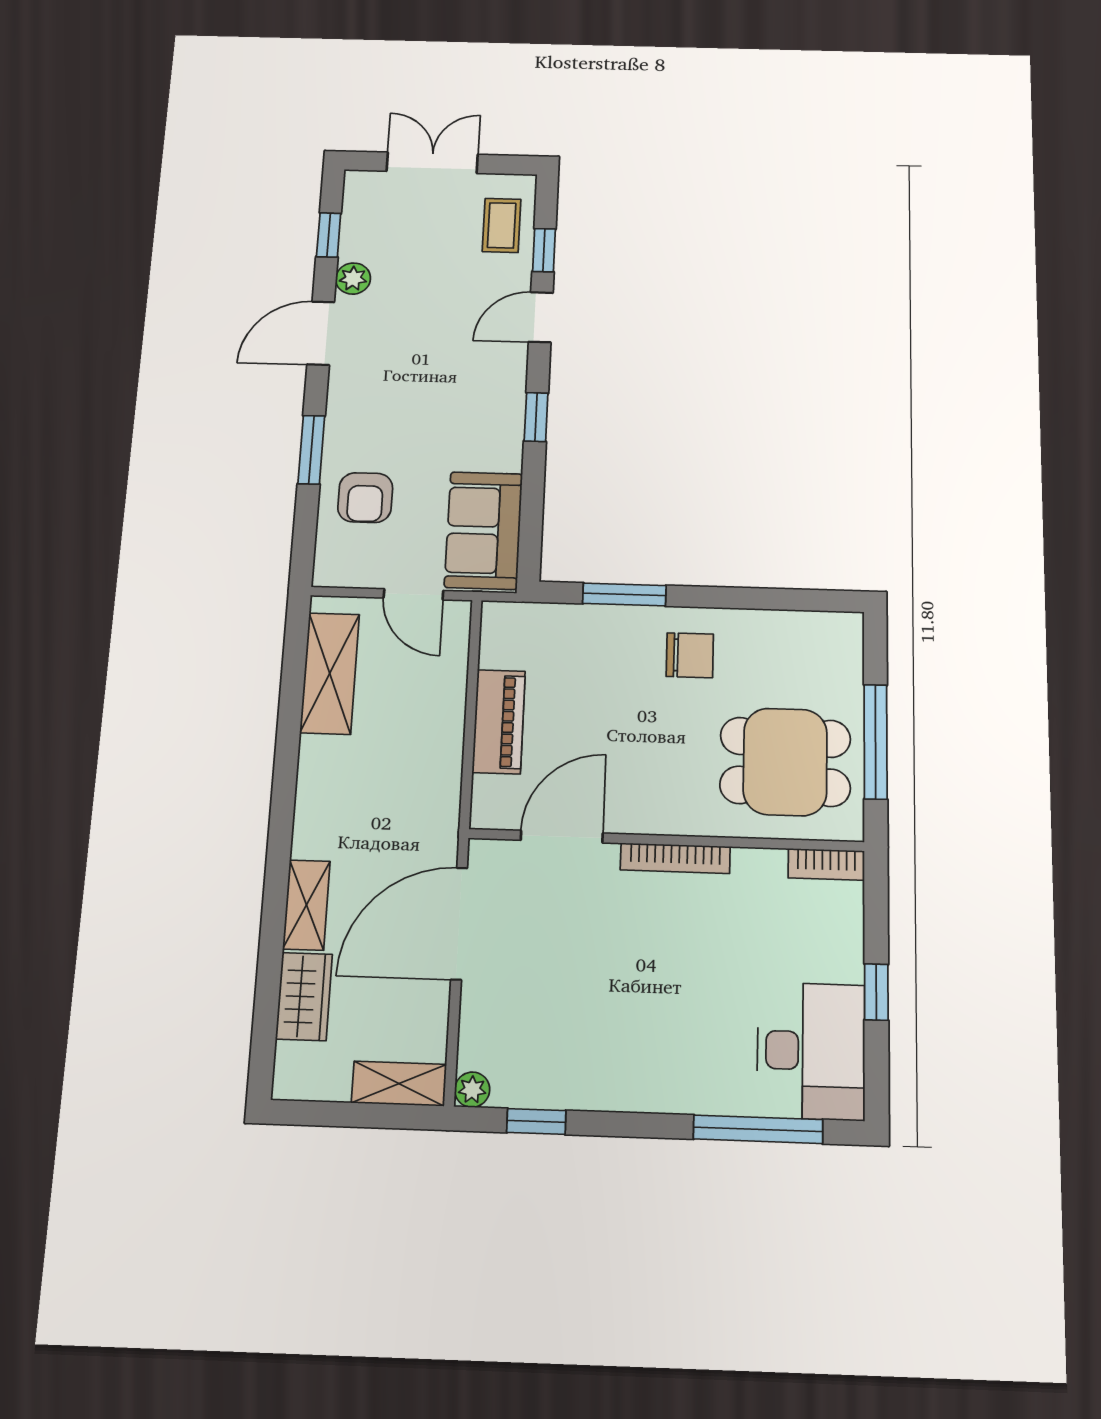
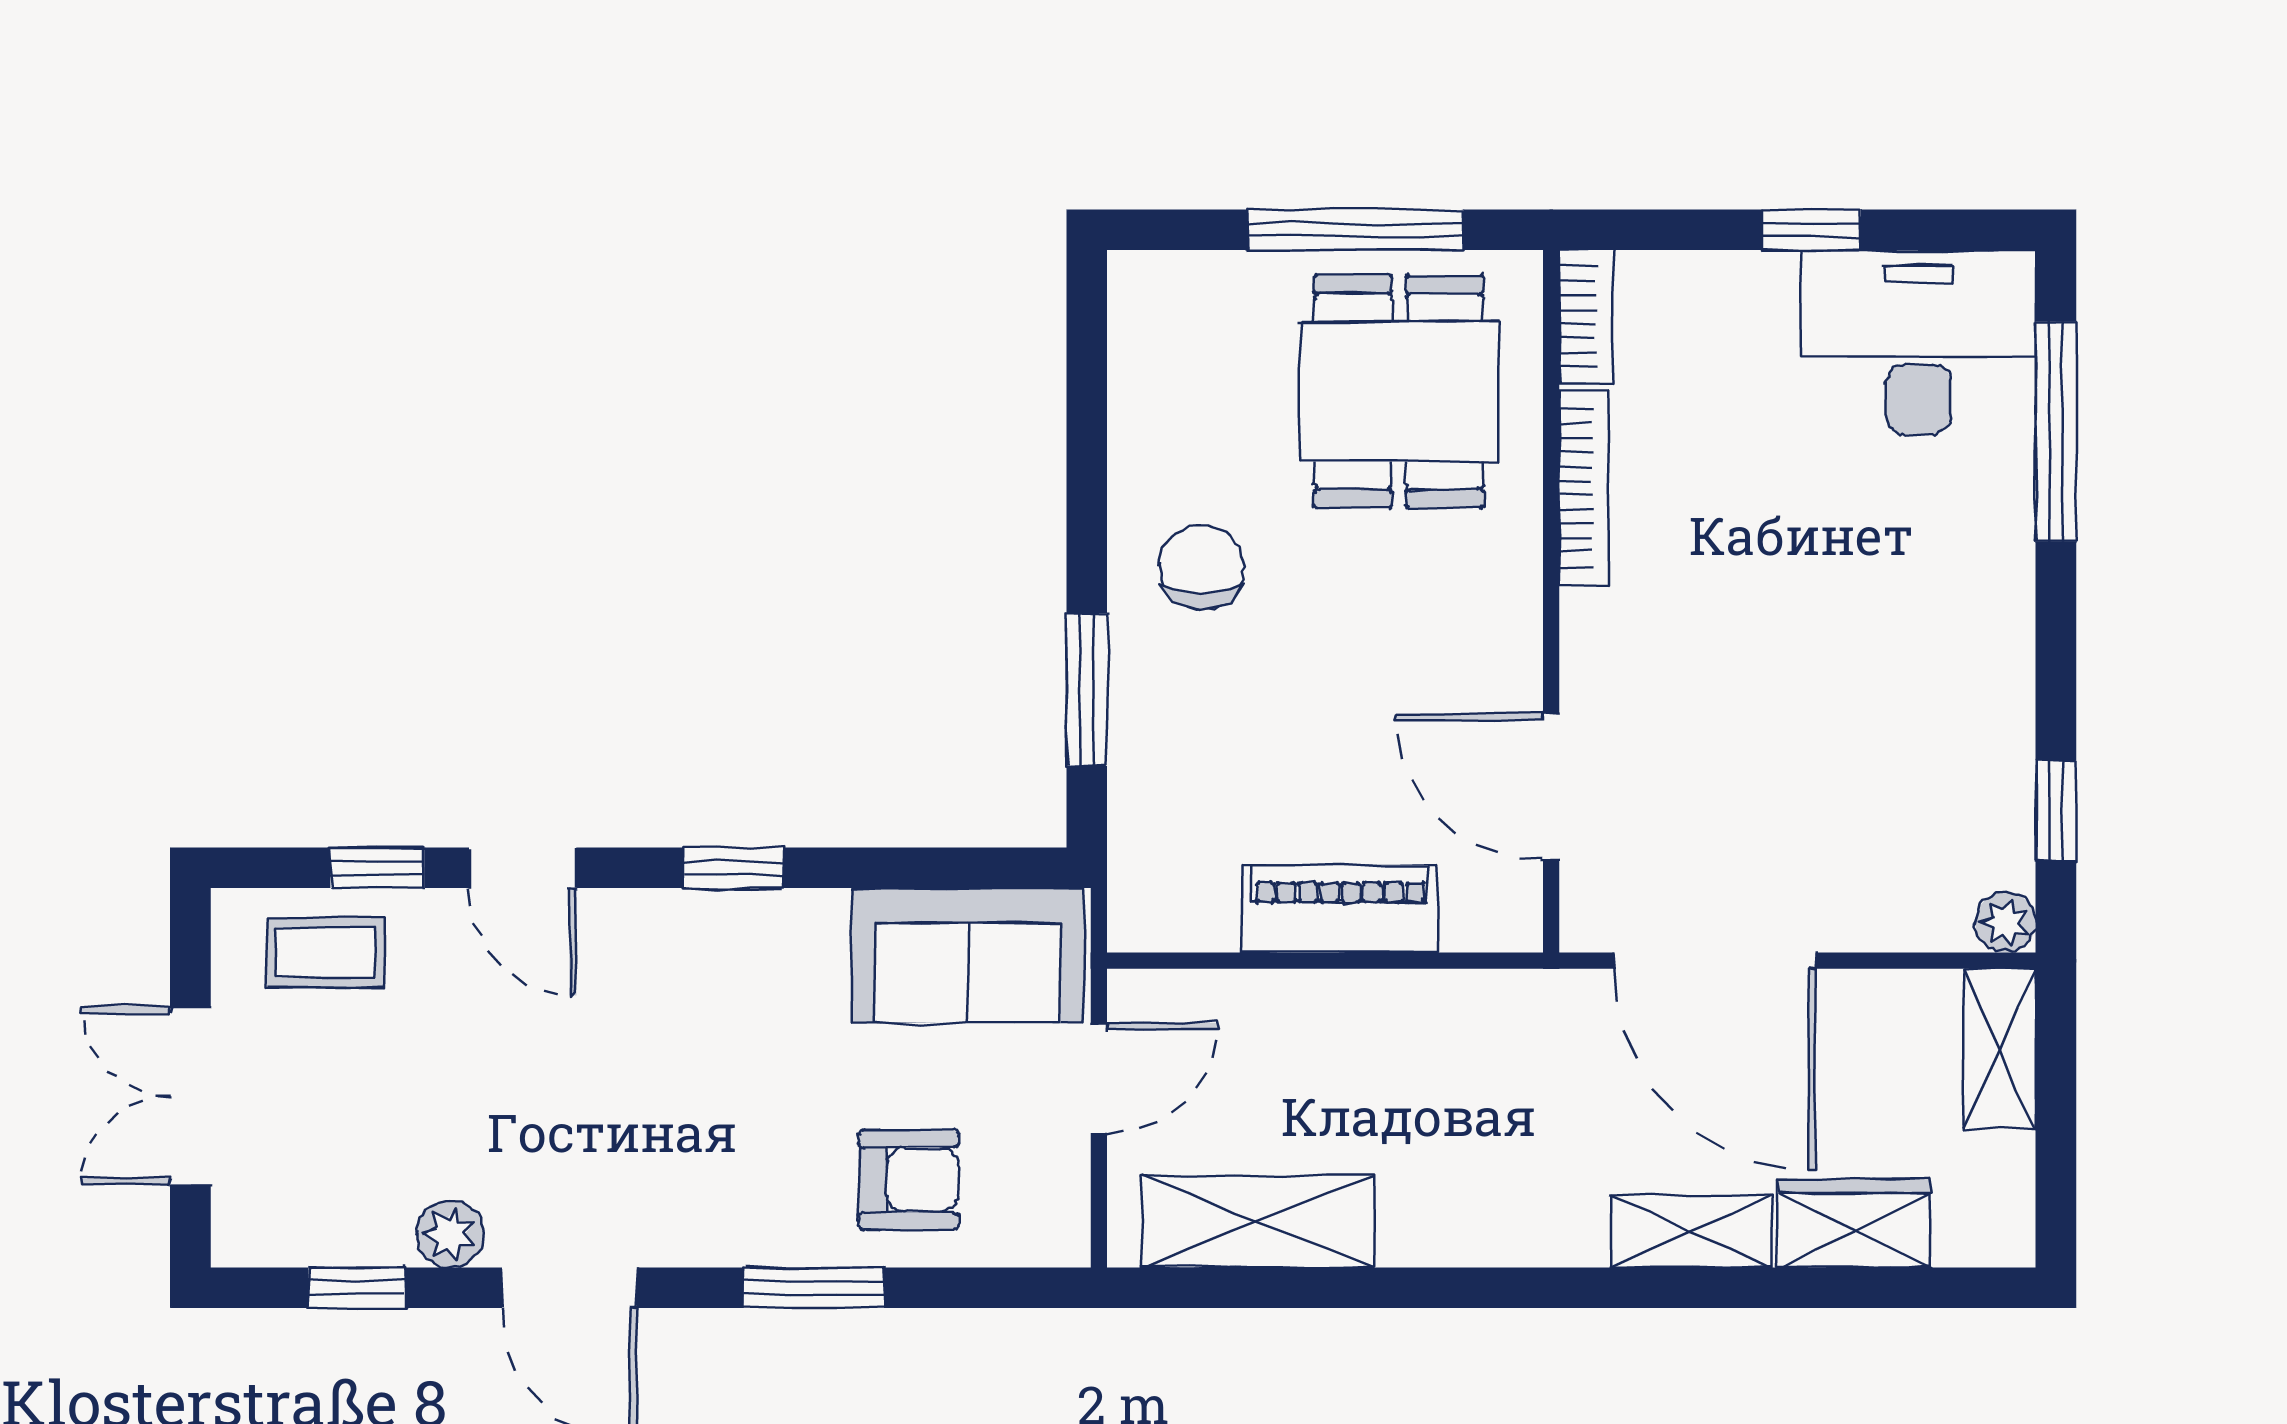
bookcase: (675, 858) -> (1584, 488), moved

